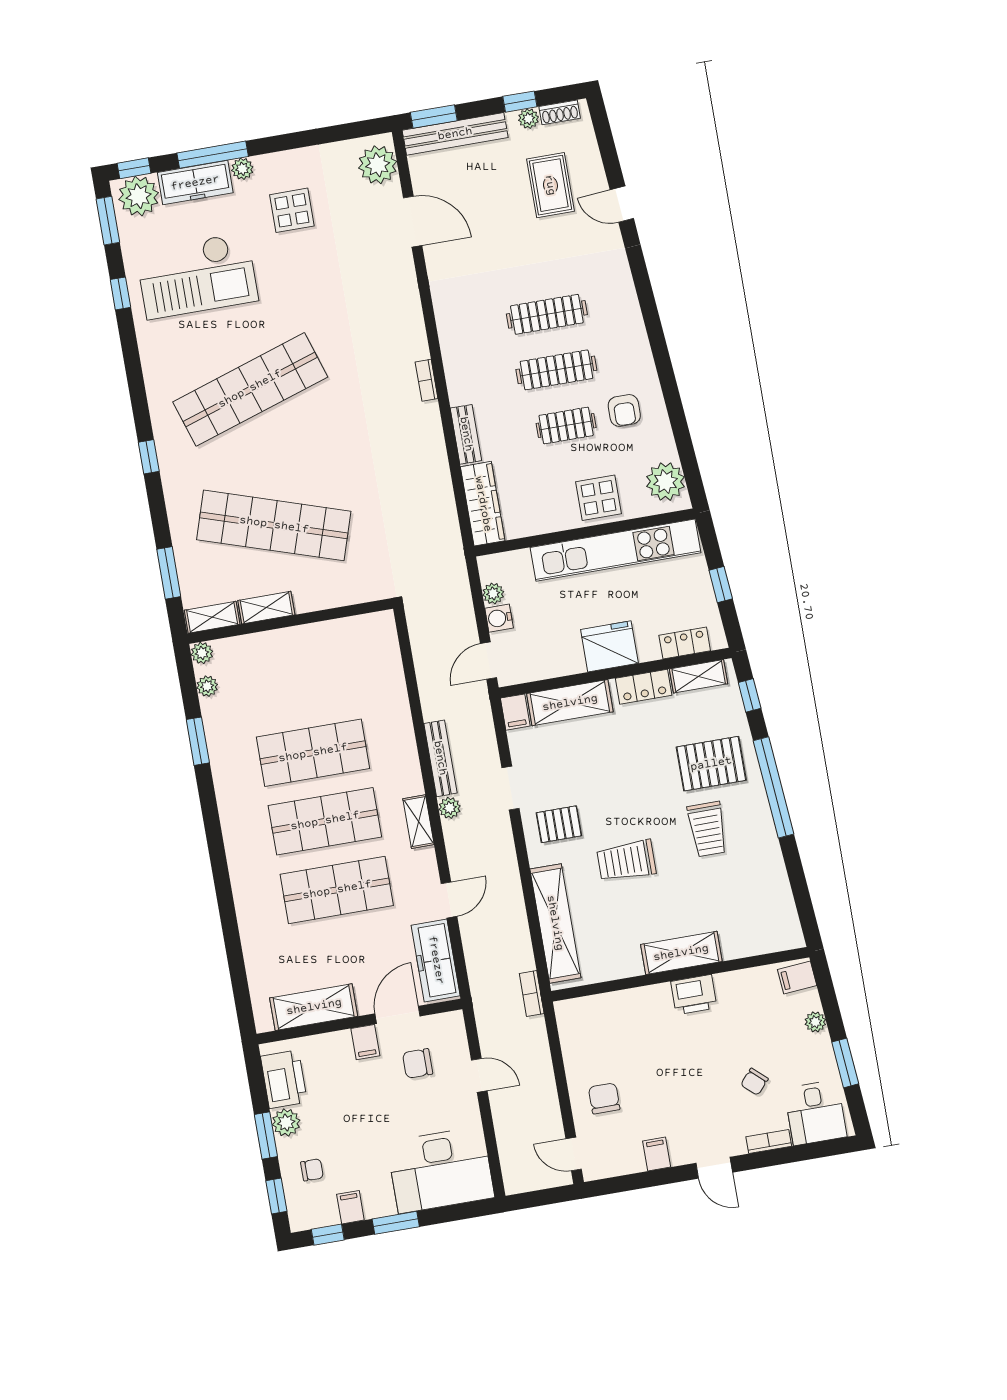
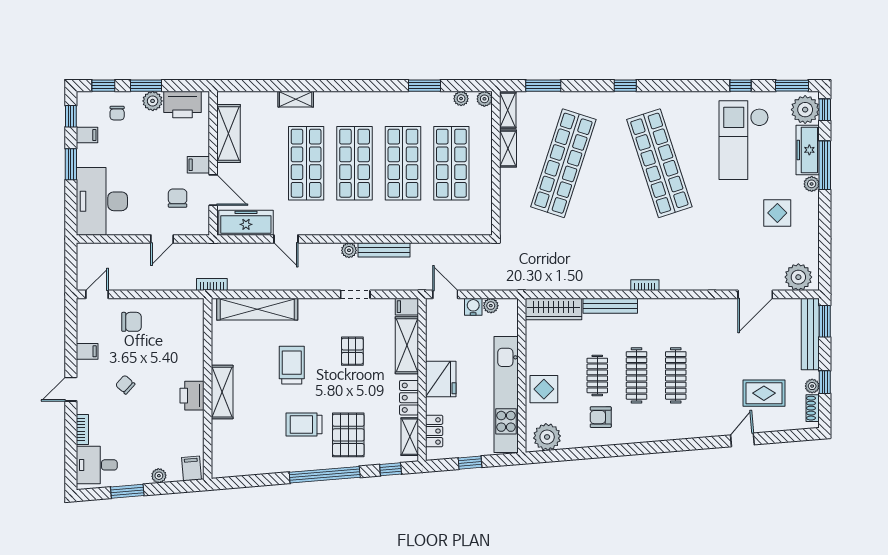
bench: (466, 434) -> (610, 306), width x1.36
shop shelf: (301, 684) -> (451, 163), added
shelving: (418, 822) -> (296, 99), moved
pallet: (559, 824) -> (352, 351), moved
chair: (754, 1082) -> (125, 385), moved

